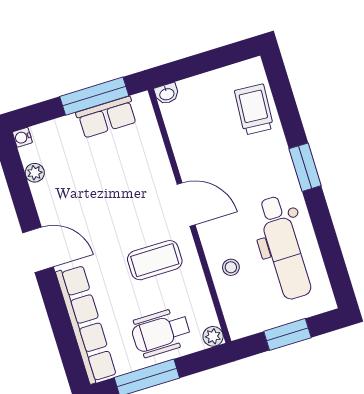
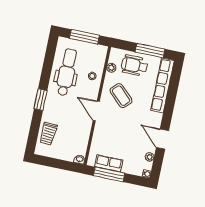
door: (38, 250) -> (162, 139), moved
coffee table: (155, 260) -> (121, 96), turned 44
wheelchair: (161, 332) -> (134, 65), turned 180
window: (287, 334) -> (84, 37), width x1.44
plant: (213, 336) -> (111, 68), moved

